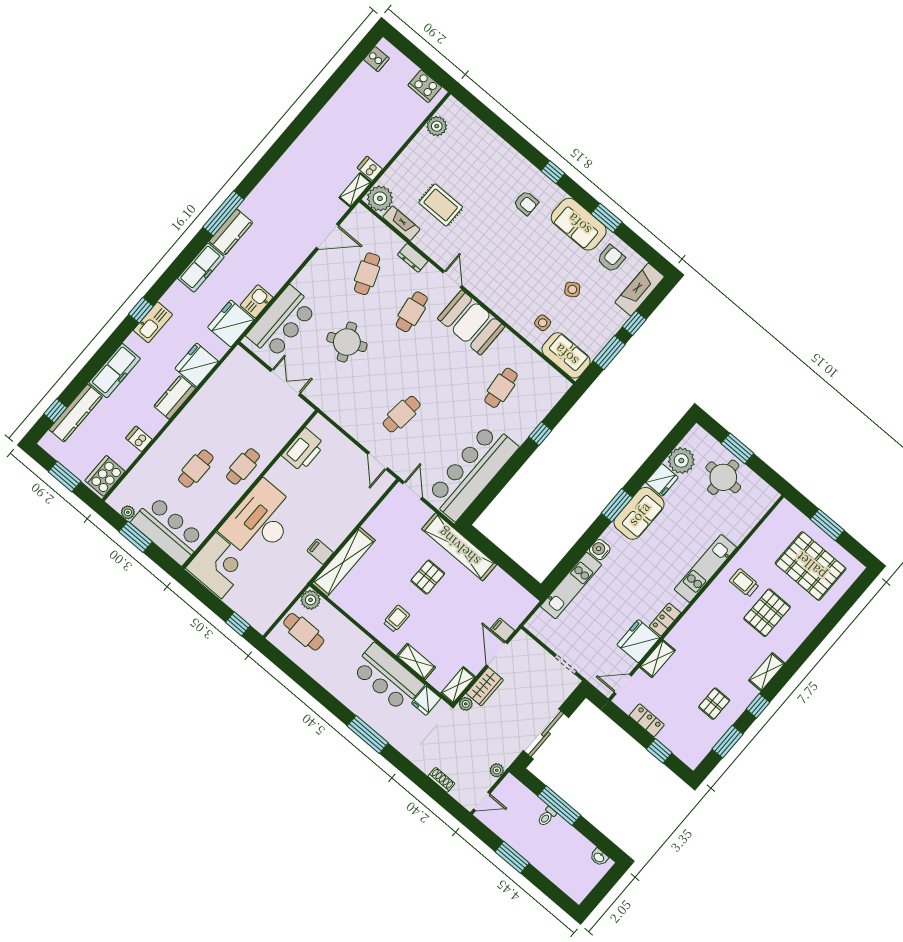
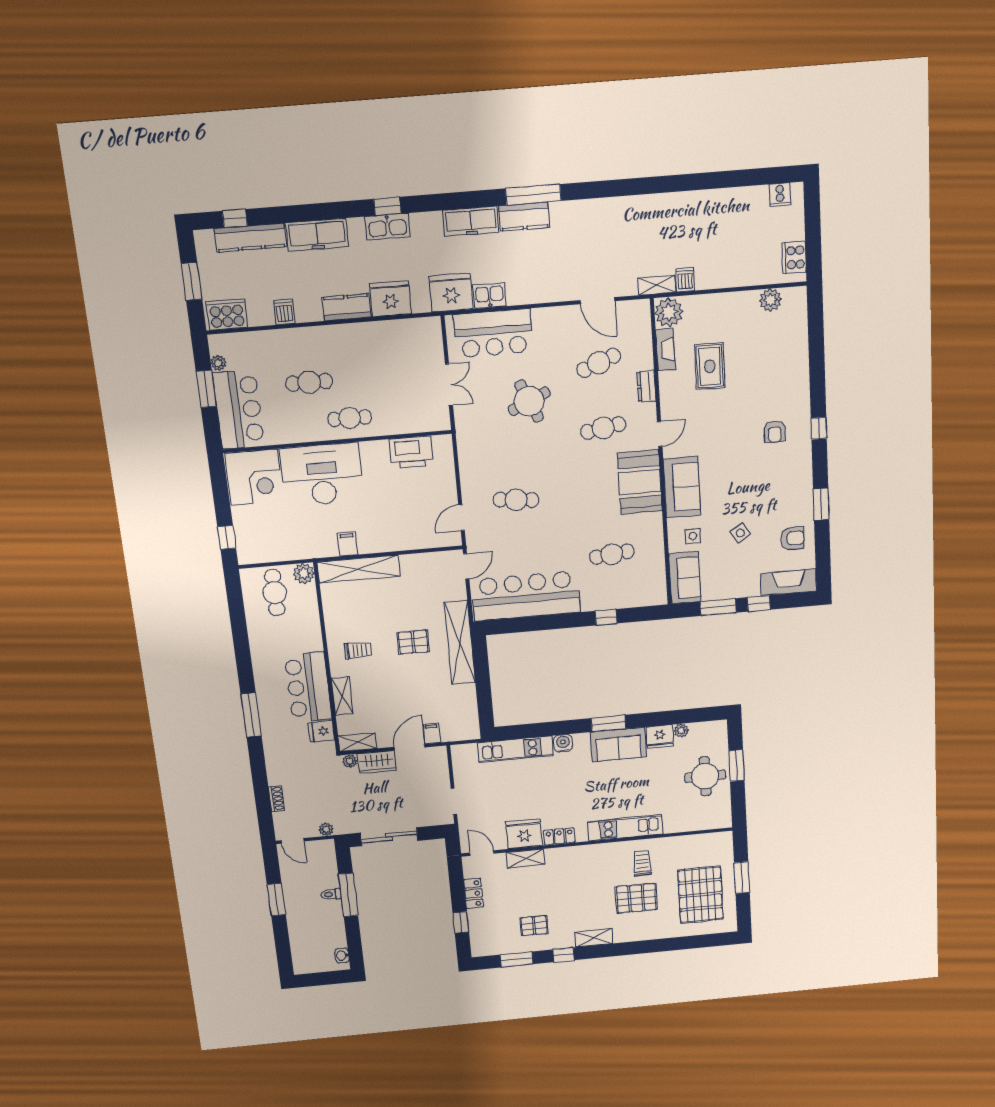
sofa: (579, 224) -> (682, 487), moved, turned 180
plant: (681, 461) -> (681, 731), width x0.53, depth x0.53

